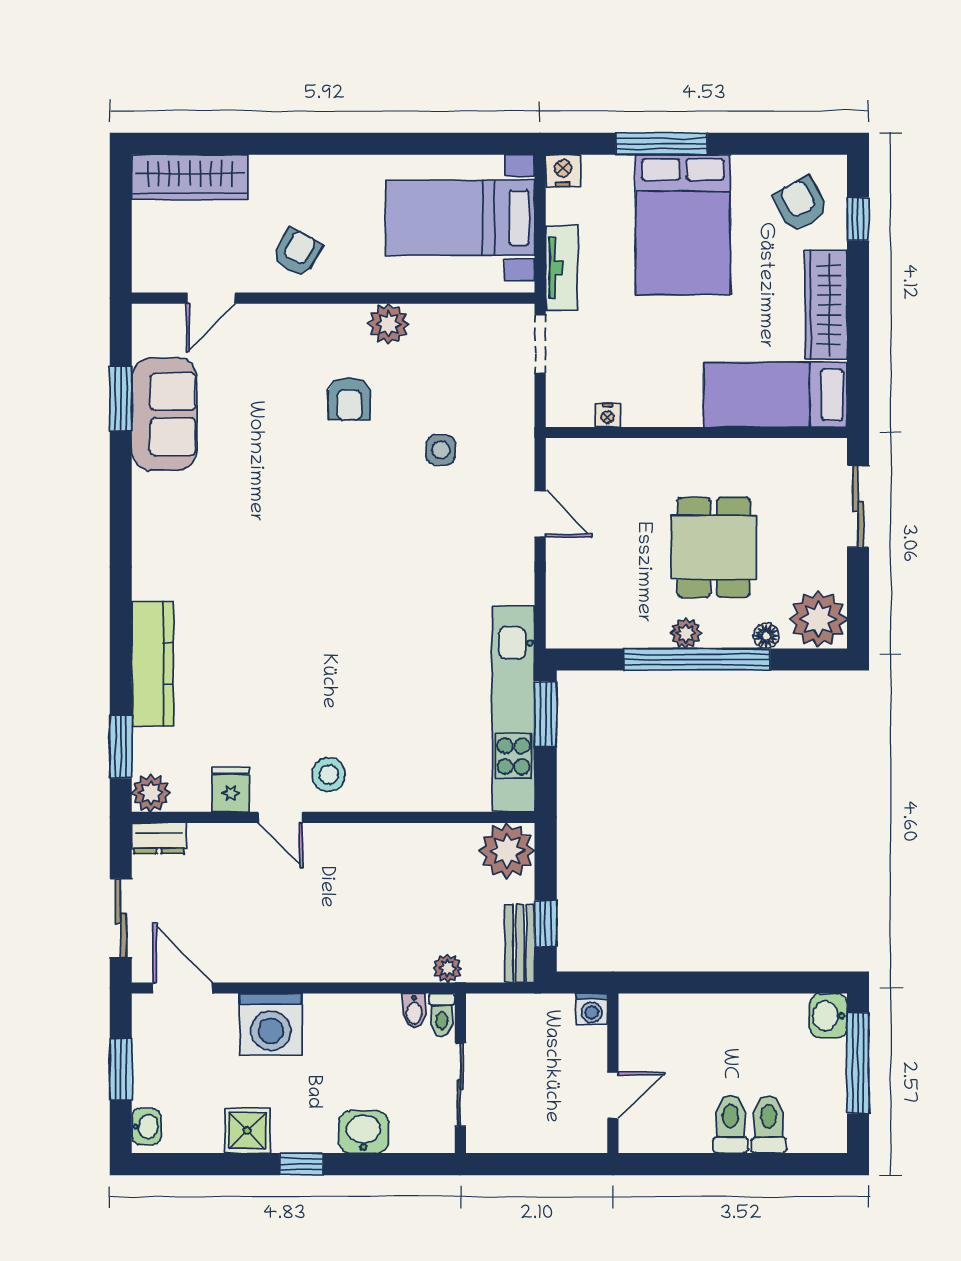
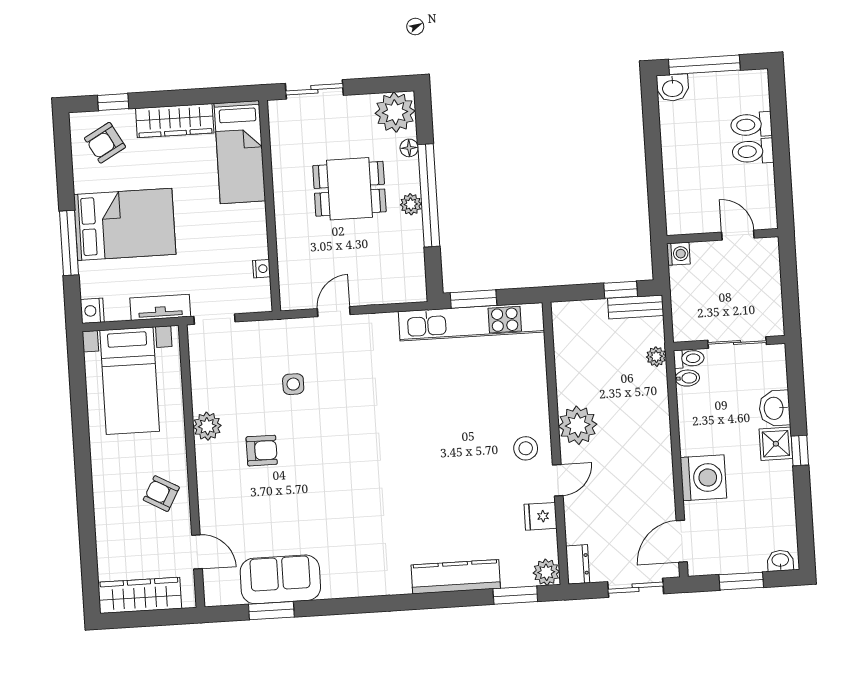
wardrobe: (190, 177) -> (140, 595), moved, turned -90
plant: (507, 851) -> (578, 425), moved
shower: (247, 1131) -> (776, 444), moved

